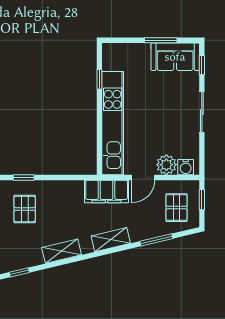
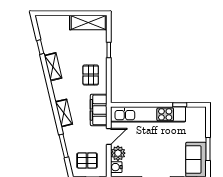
door: (143, 177) -> (109, 137), swing flipped
pallet: (25, 209) -> (91, 75), moved, turned 90
shelving: (62, 251) -> (53, 67), moved

